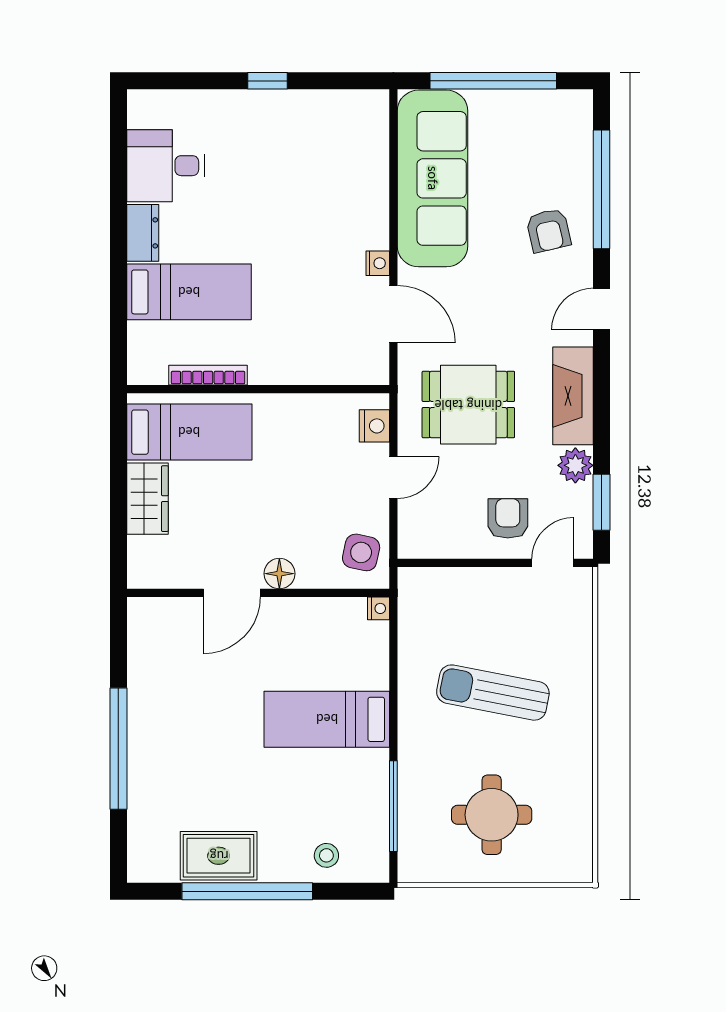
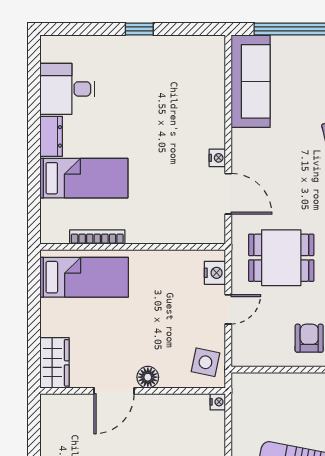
sofa: (433, 178) -> (251, 81), width x0.74, depth x0.79
wardrobe: (148, 499) -> (55, 363), moved

